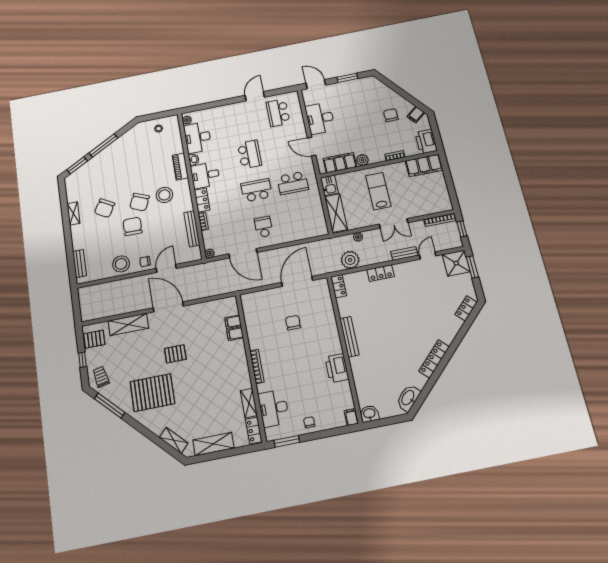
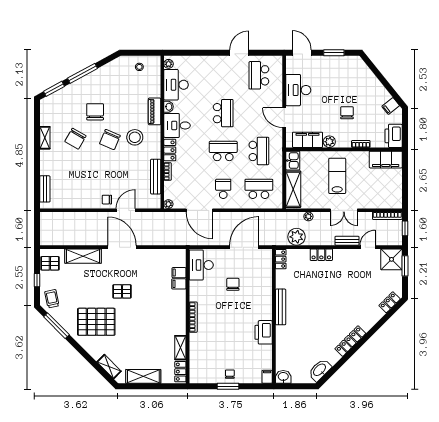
chair: (391, 115) -> (347, 113), moved
school desk: (293, 183) -> (259, 151), turned -90
school desk: (300, 220) -> (259, 189), added
chair: (132, 226) -> (95, 112), moved
stool: (121, 264) -> (84, 197), removed
desk: (274, 408) -> (201, 265), moved
window: (287, 441) -> (228, 386), moved

